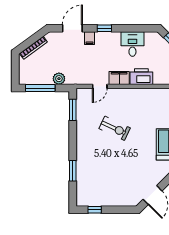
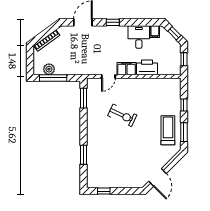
filing cabinet: (90, 38) -> (155, 32), moved
plant: (59, 79) -> (49, 69), moved

